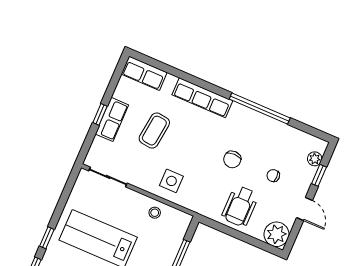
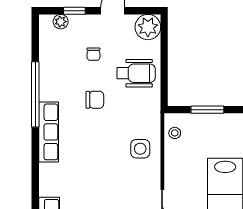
row of seats: (202, 98) -> (49, 132), moved
coffee table: (154, 131) -> (99, 186), removed
stool: (155, 213) -> (175, 133), moved

